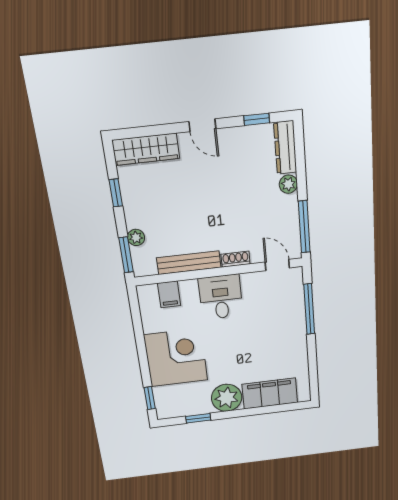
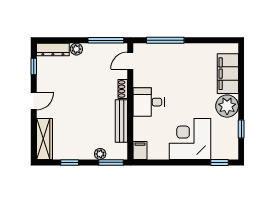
filing cabinet: (169, 294) -> (140, 150), moved, turned -90

